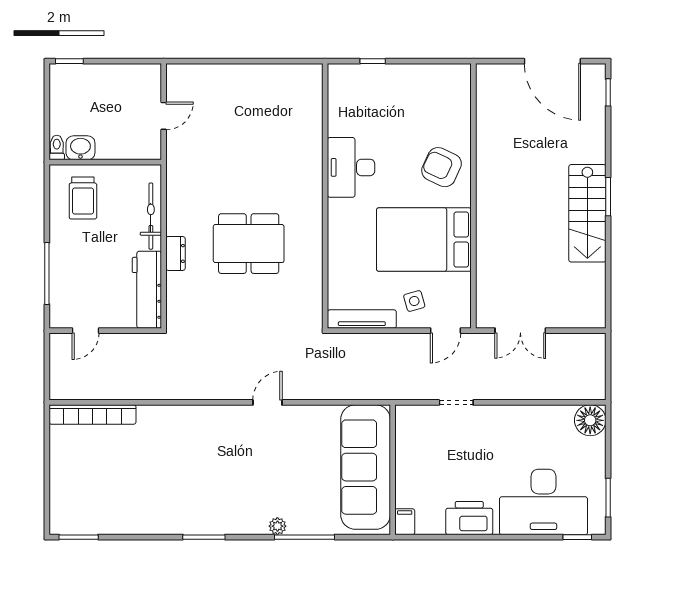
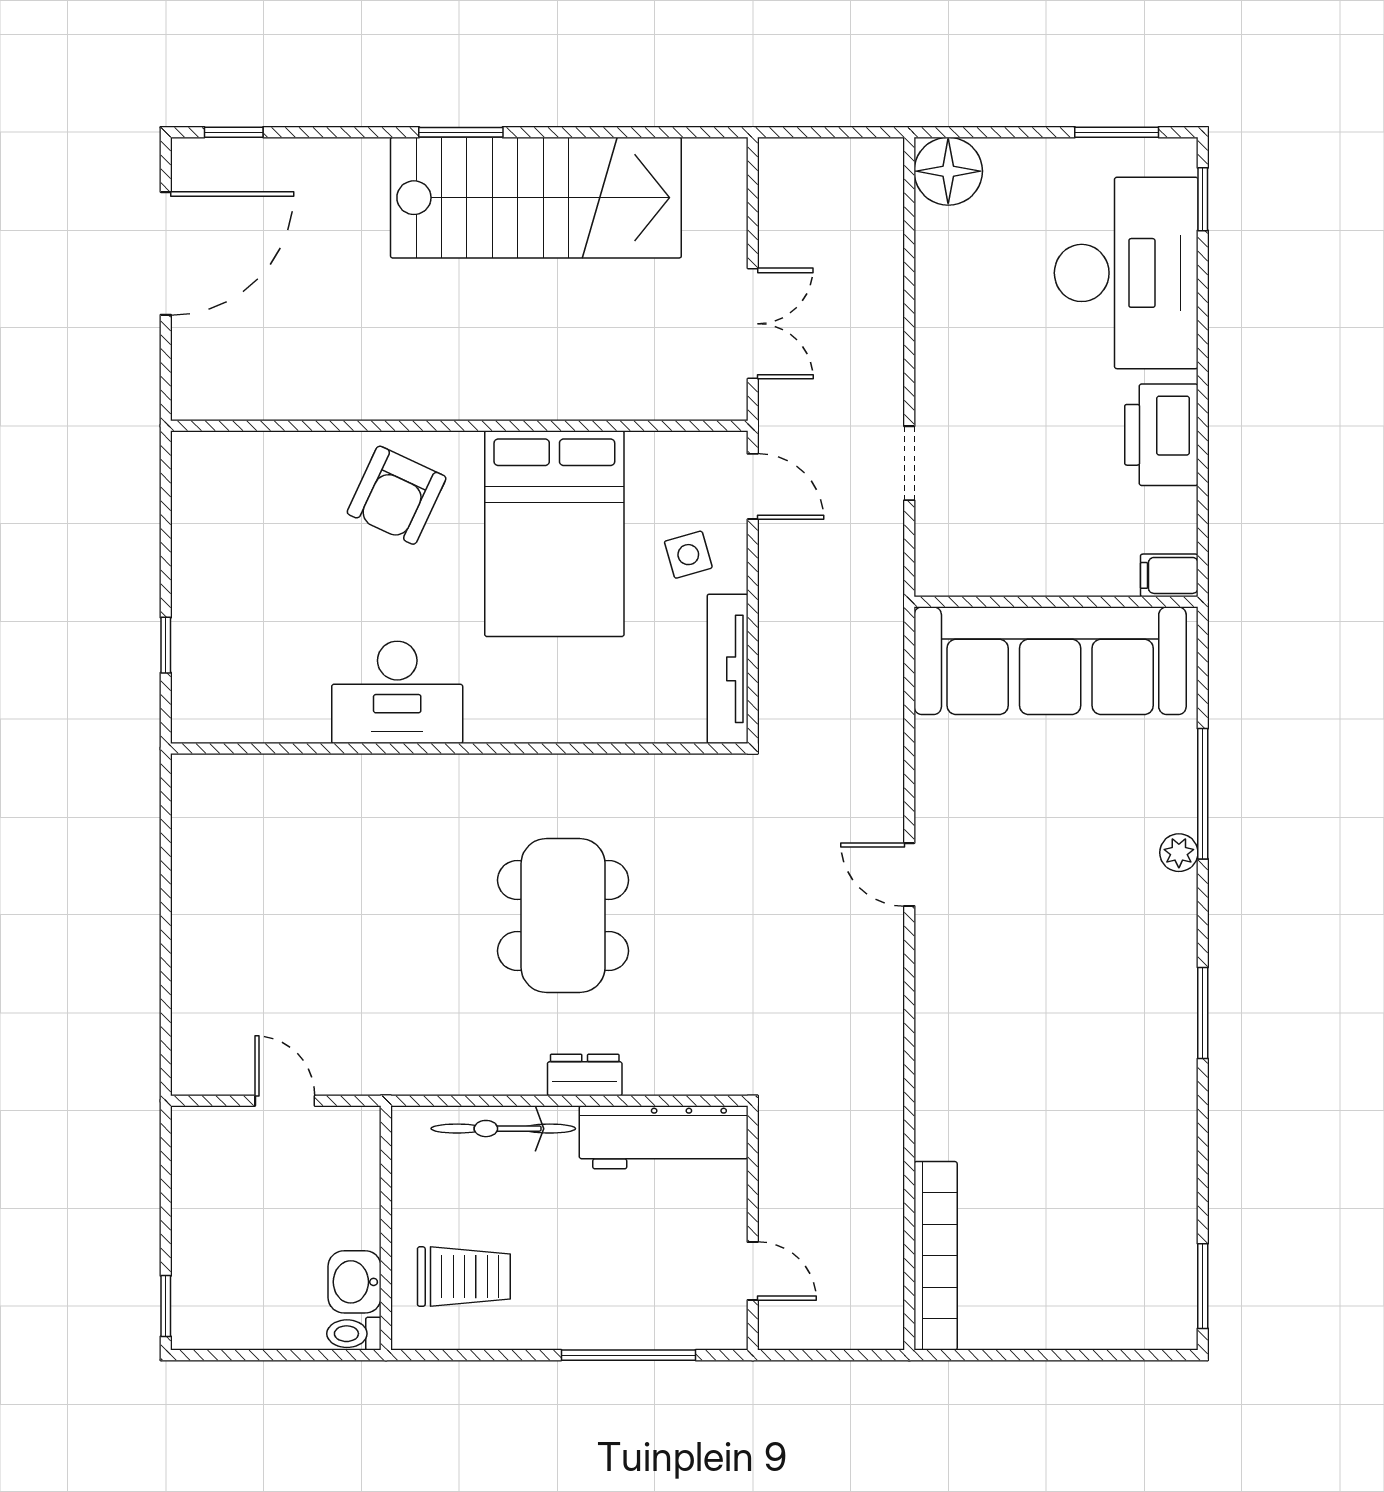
stairs: (587, 213) -> (536, 198), width x1.36, depth x1.51

